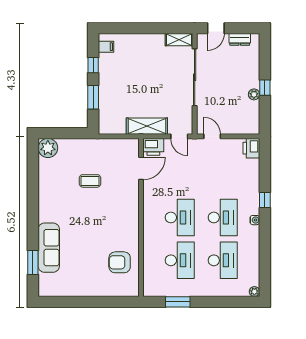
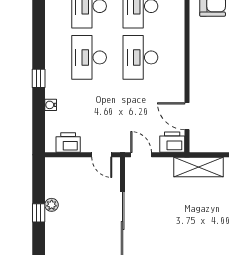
shelving: (147, 126) -> (198, 167), moved
printer: (251, 148) -> (68, 143), moved, turned -90
door: (141, 168) -> (187, 116), hinge flipped
water cooler: (255, 220) -> (51, 105), moved

